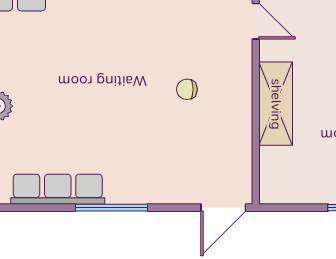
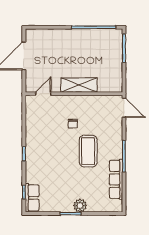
coffee table: (123, 125) -> (88, 151), added

